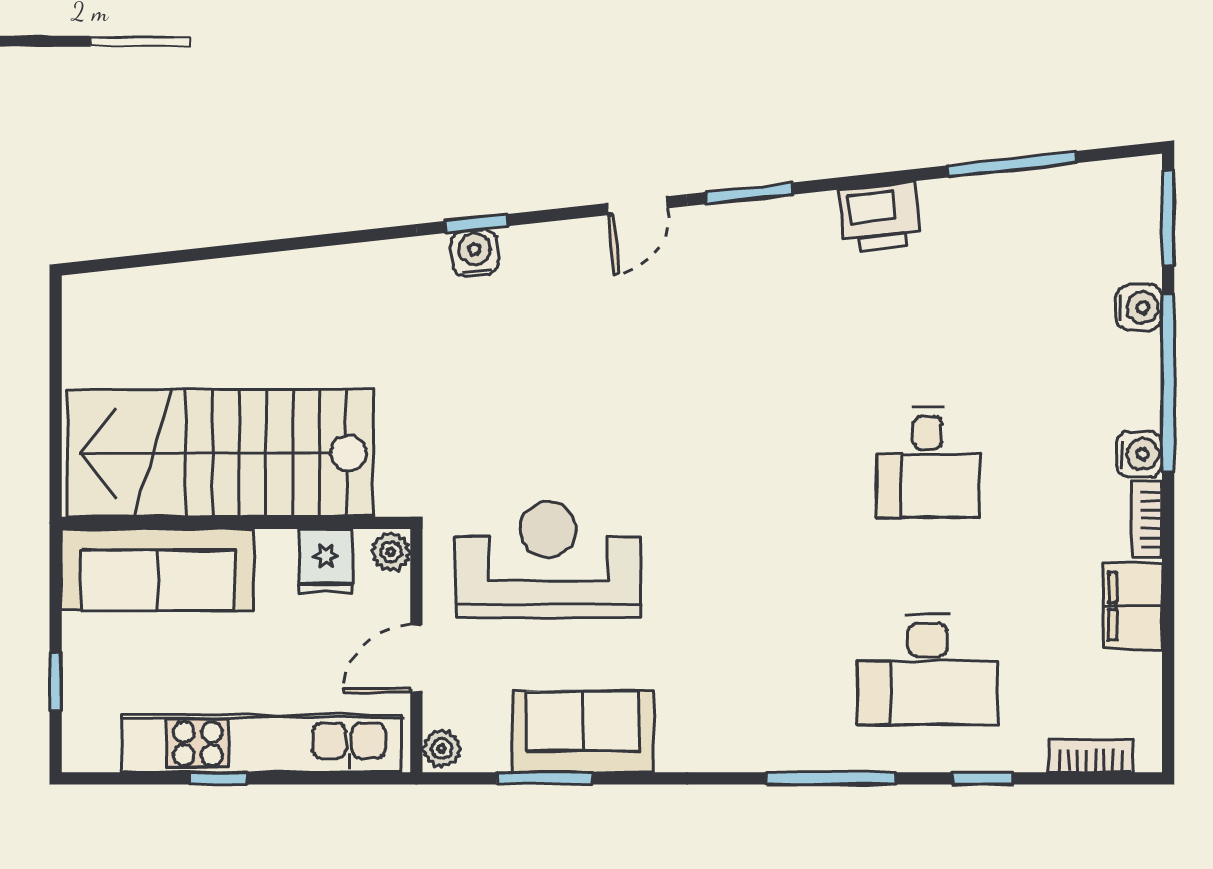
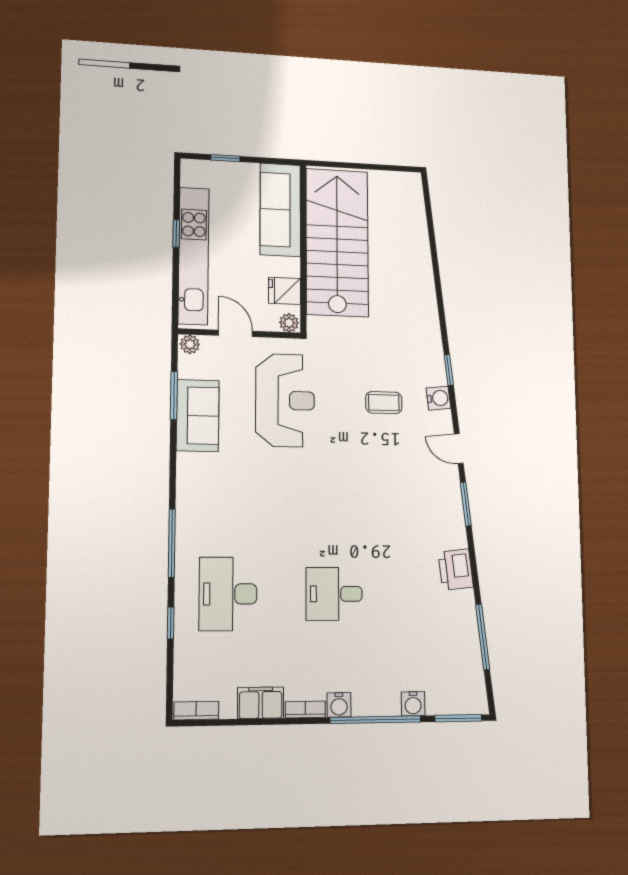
water cooler: (475, 253) -> (438, 398), moved
coffee table: (547, 360) -> (384, 403), added
bookcase: (1091, 756) -> (196, 711), moved, turned -90

